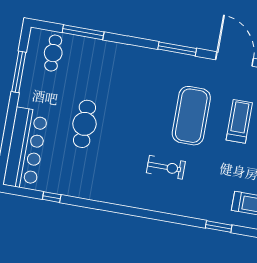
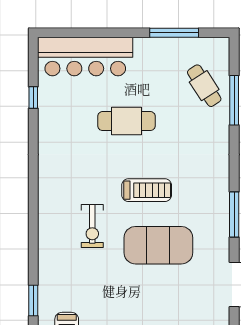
cafe table: (53, 53) -> (204, 86), moved, turned 57
treadmill: (239, 121) -> (147, 190), moved

